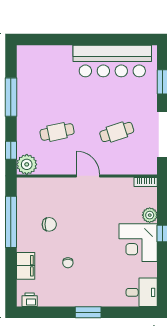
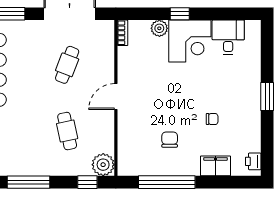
cafe table: (117, 132) -> (67, 65), turned 39
desk: (142, 292) -> (228, 37), moved

